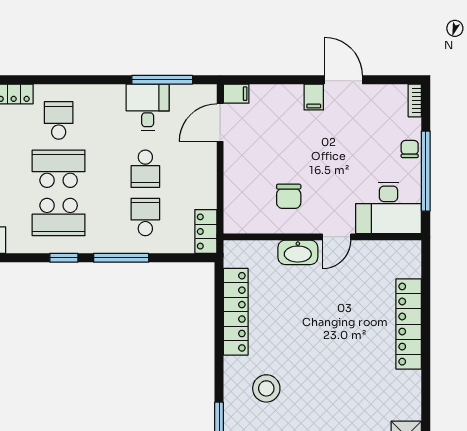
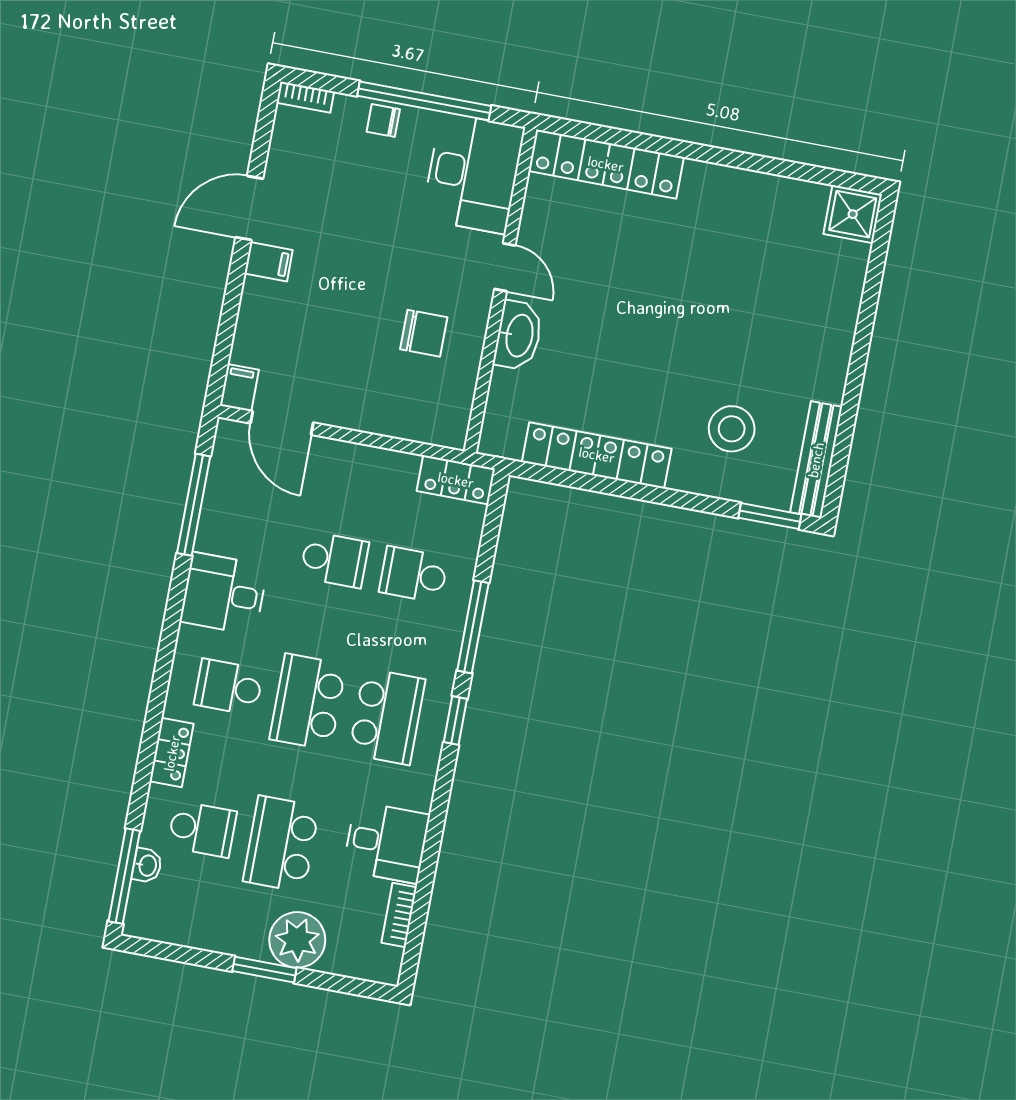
desk: (148, 107) -> (224, 594), moved
locker: (409, 324) -> (606, 164), moved

